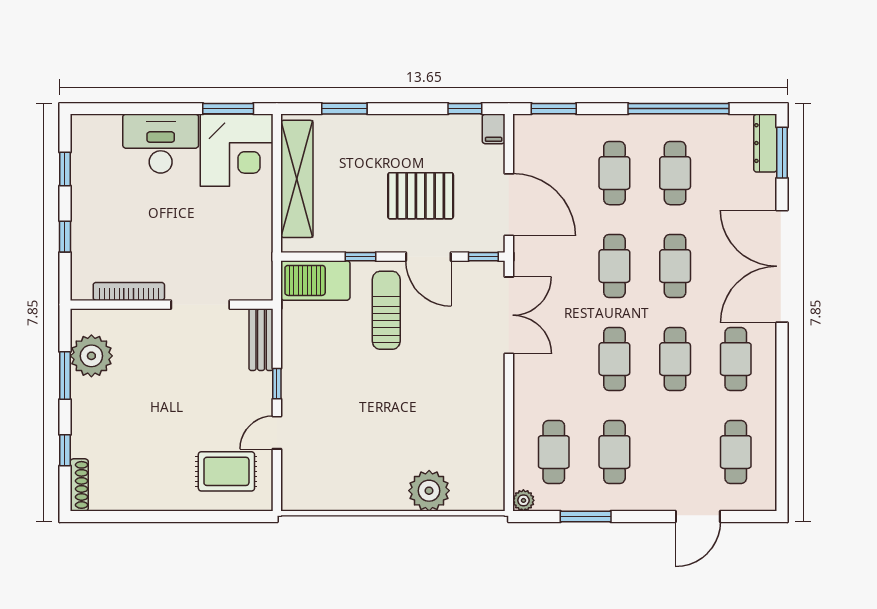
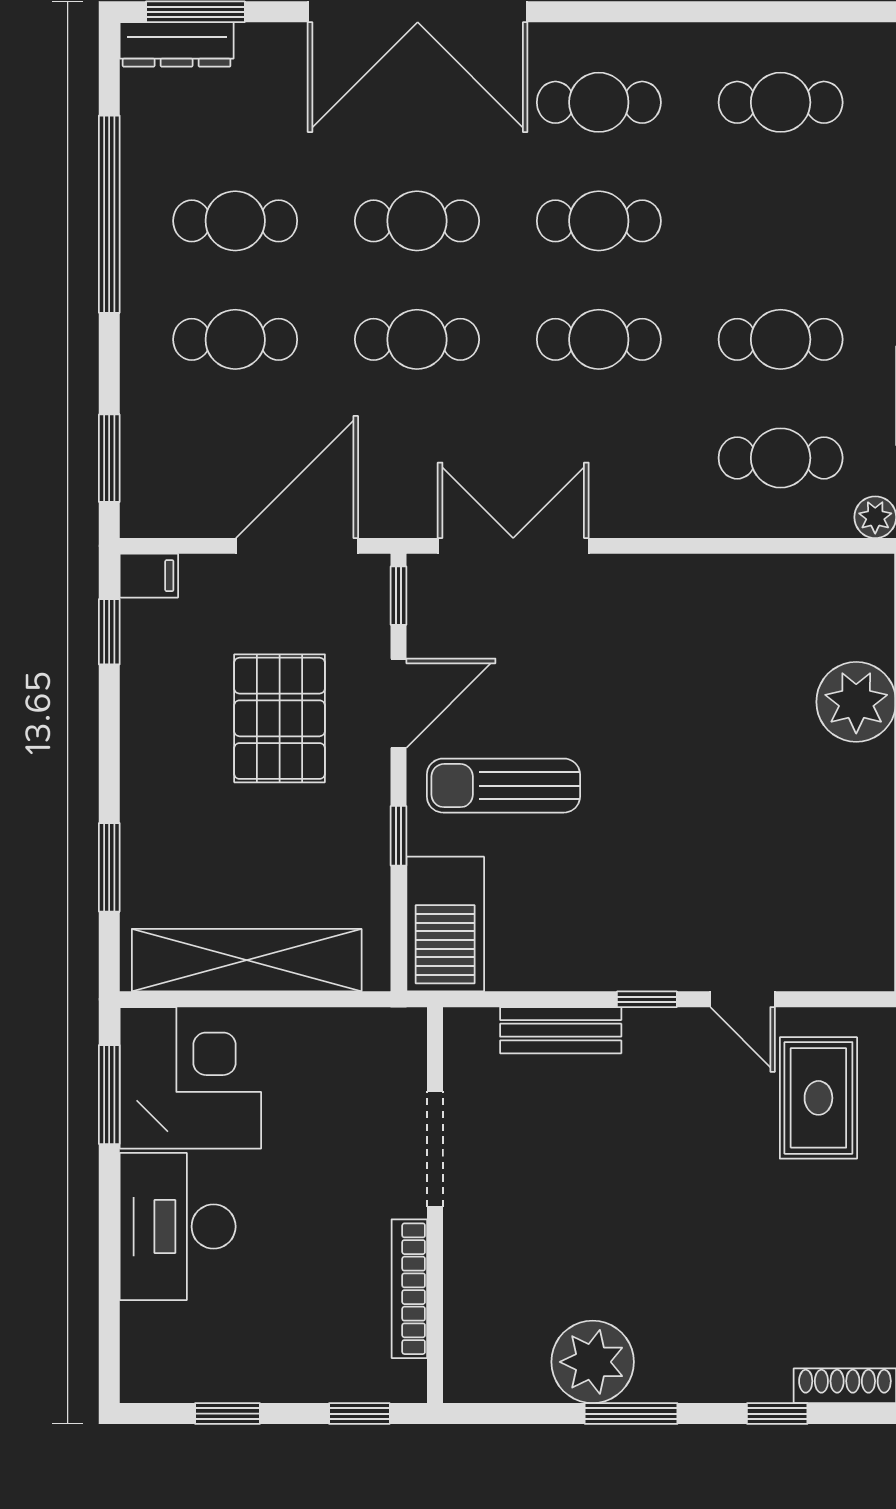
bookcase: (129, 291) -> (409, 1289), moved
wall: (172, 305) -> (435, 1205), moved
doorway: (200, 305) -> (435, 1149), moved

